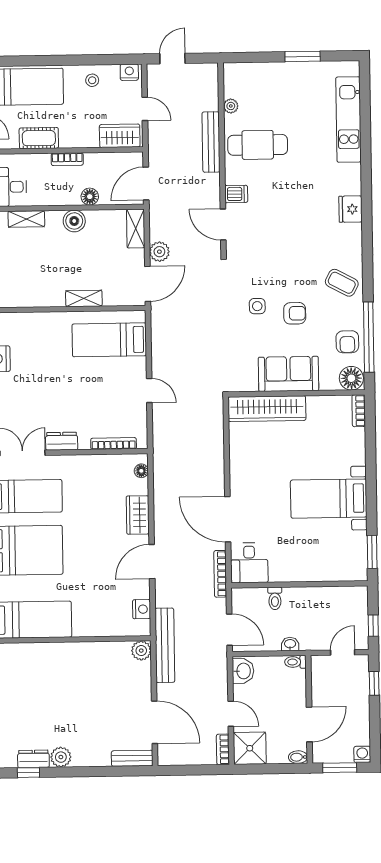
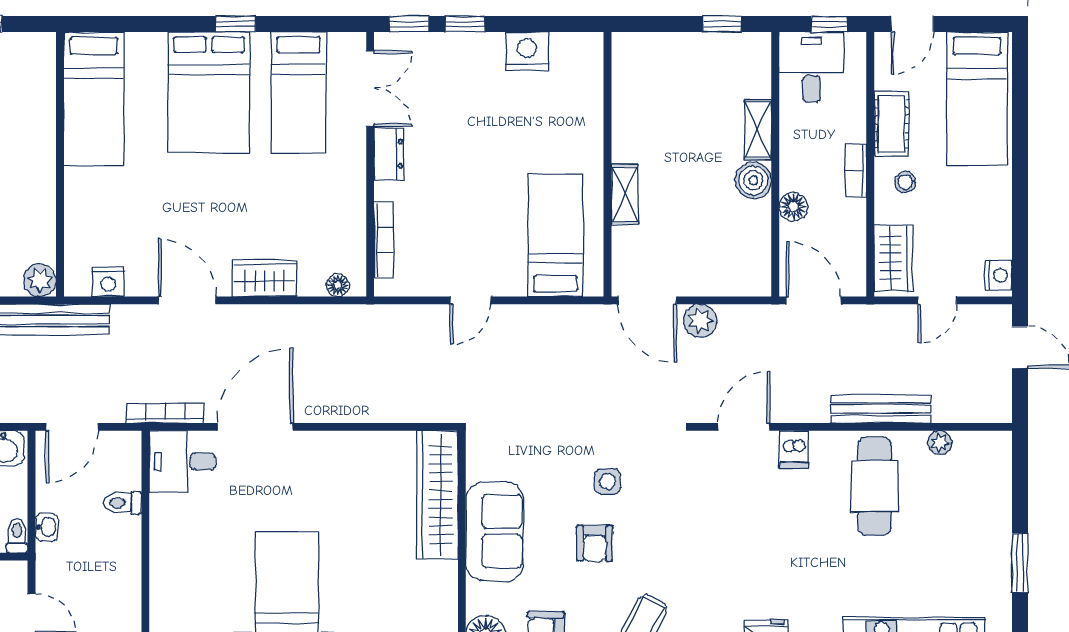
stool: (92, 80) -> (905, 182), moved
shelving: (26, 219) -> (758, 130), moved
shelving: (136, 229) -> (739, 282), removed

